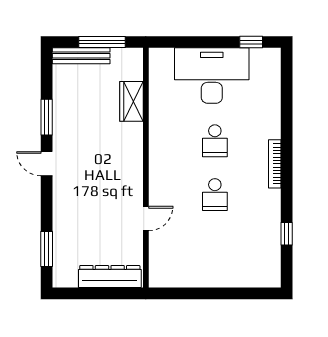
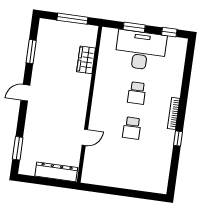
window: (197, 42) -> (134, 27), added
bench: (81, 56) -> (58, 26), removed
window: (47, 117) -> (31, 52), moved
door: (47, 164) -> (25, 93), hinge flipped
window: (287, 234) -> (178, 139), moved

